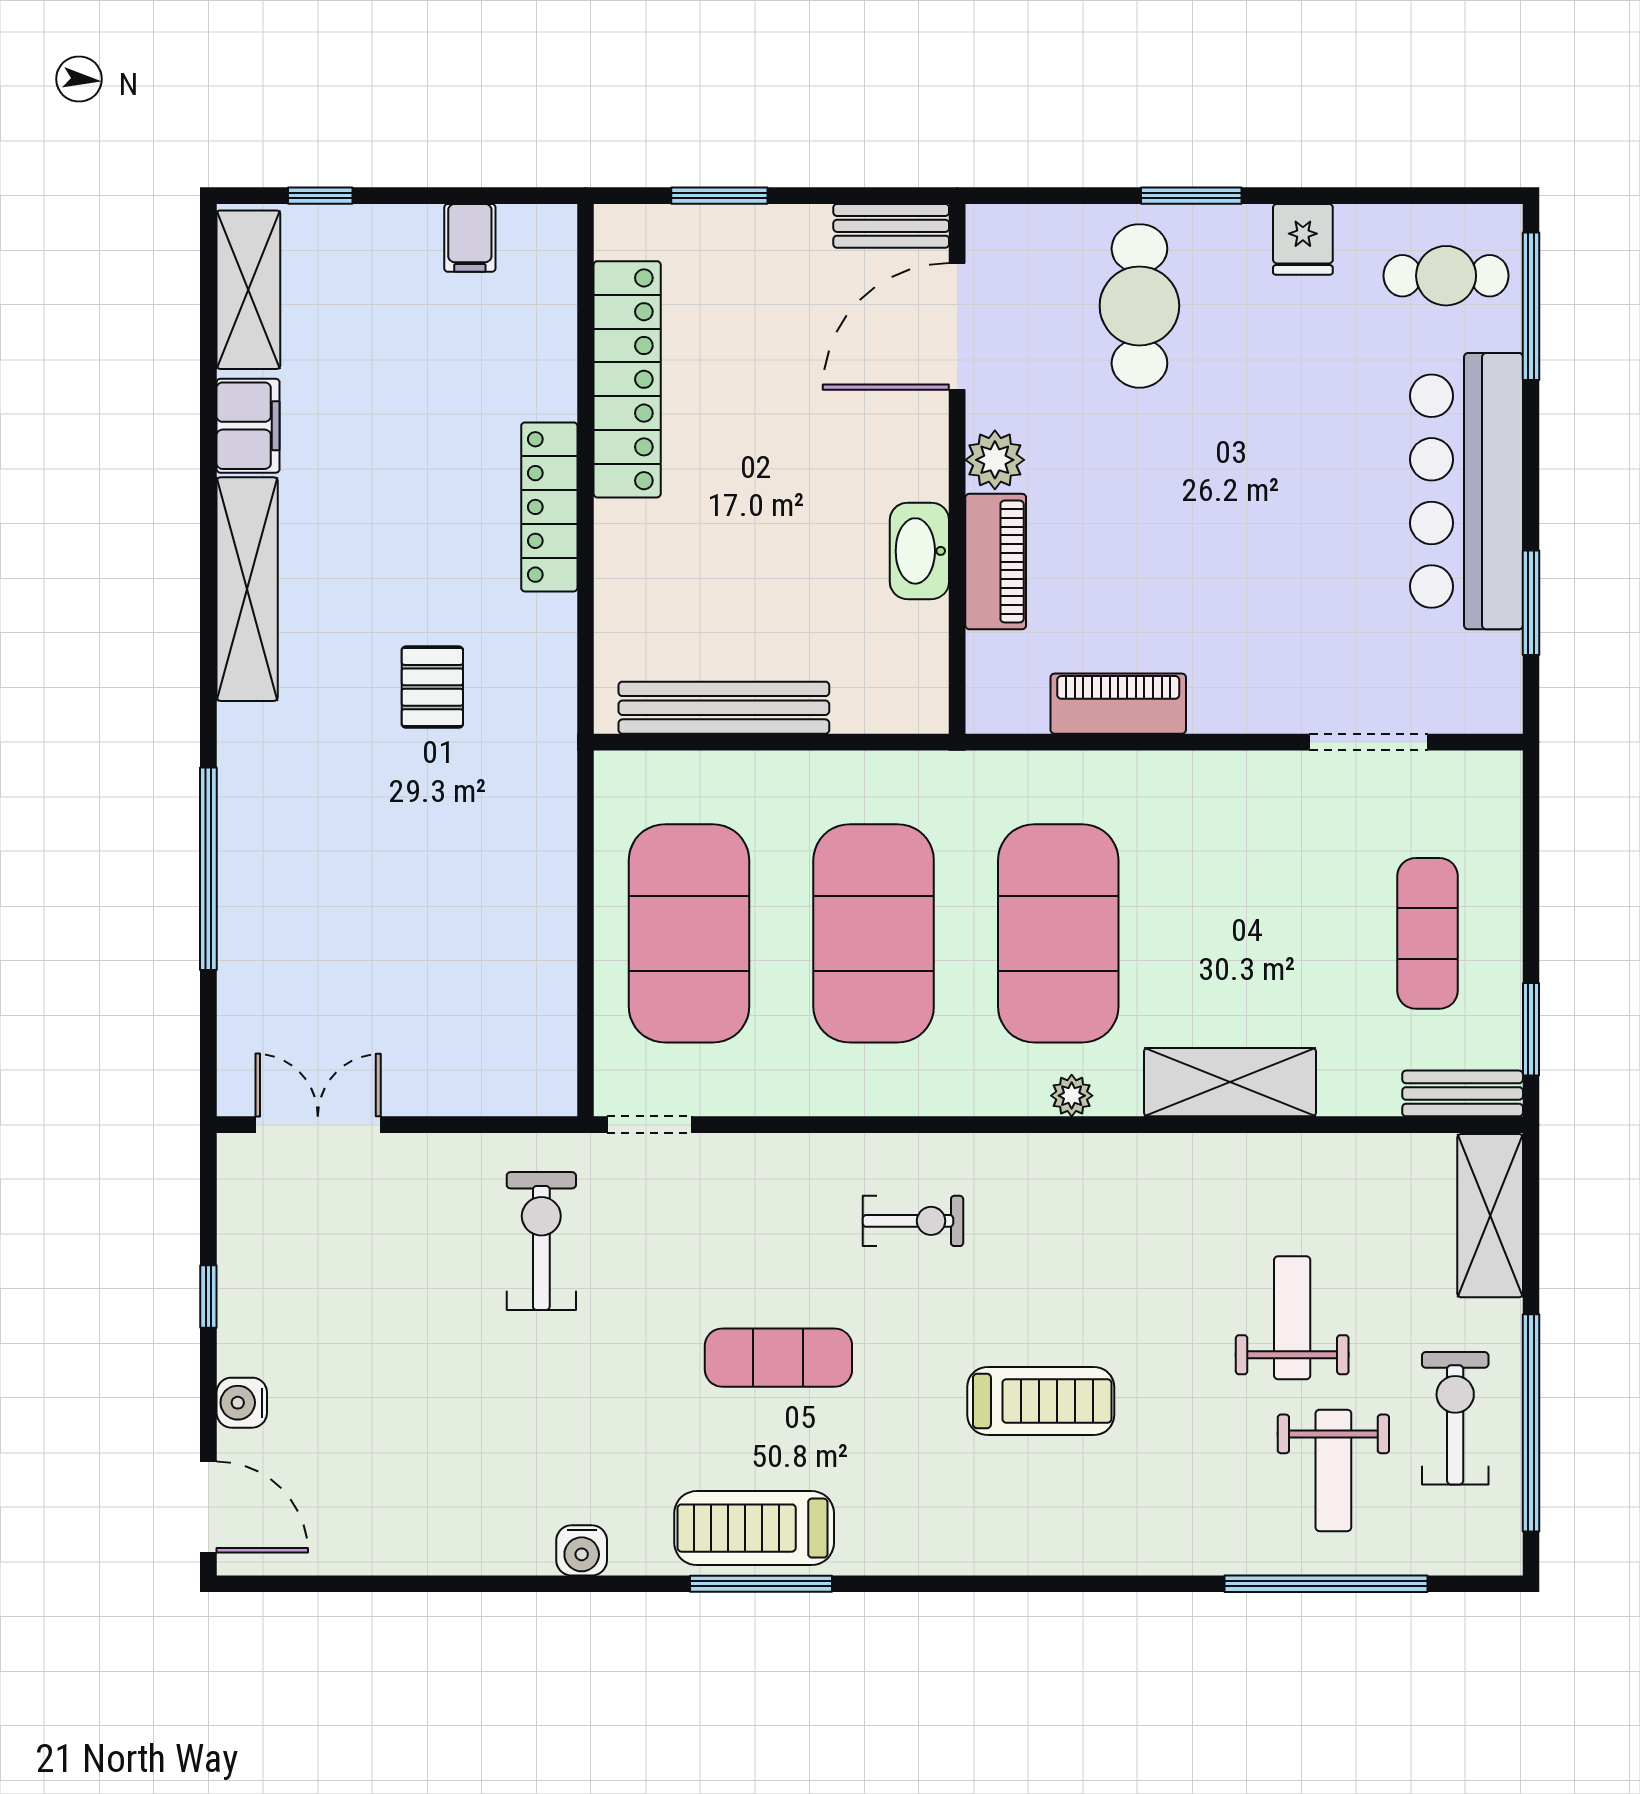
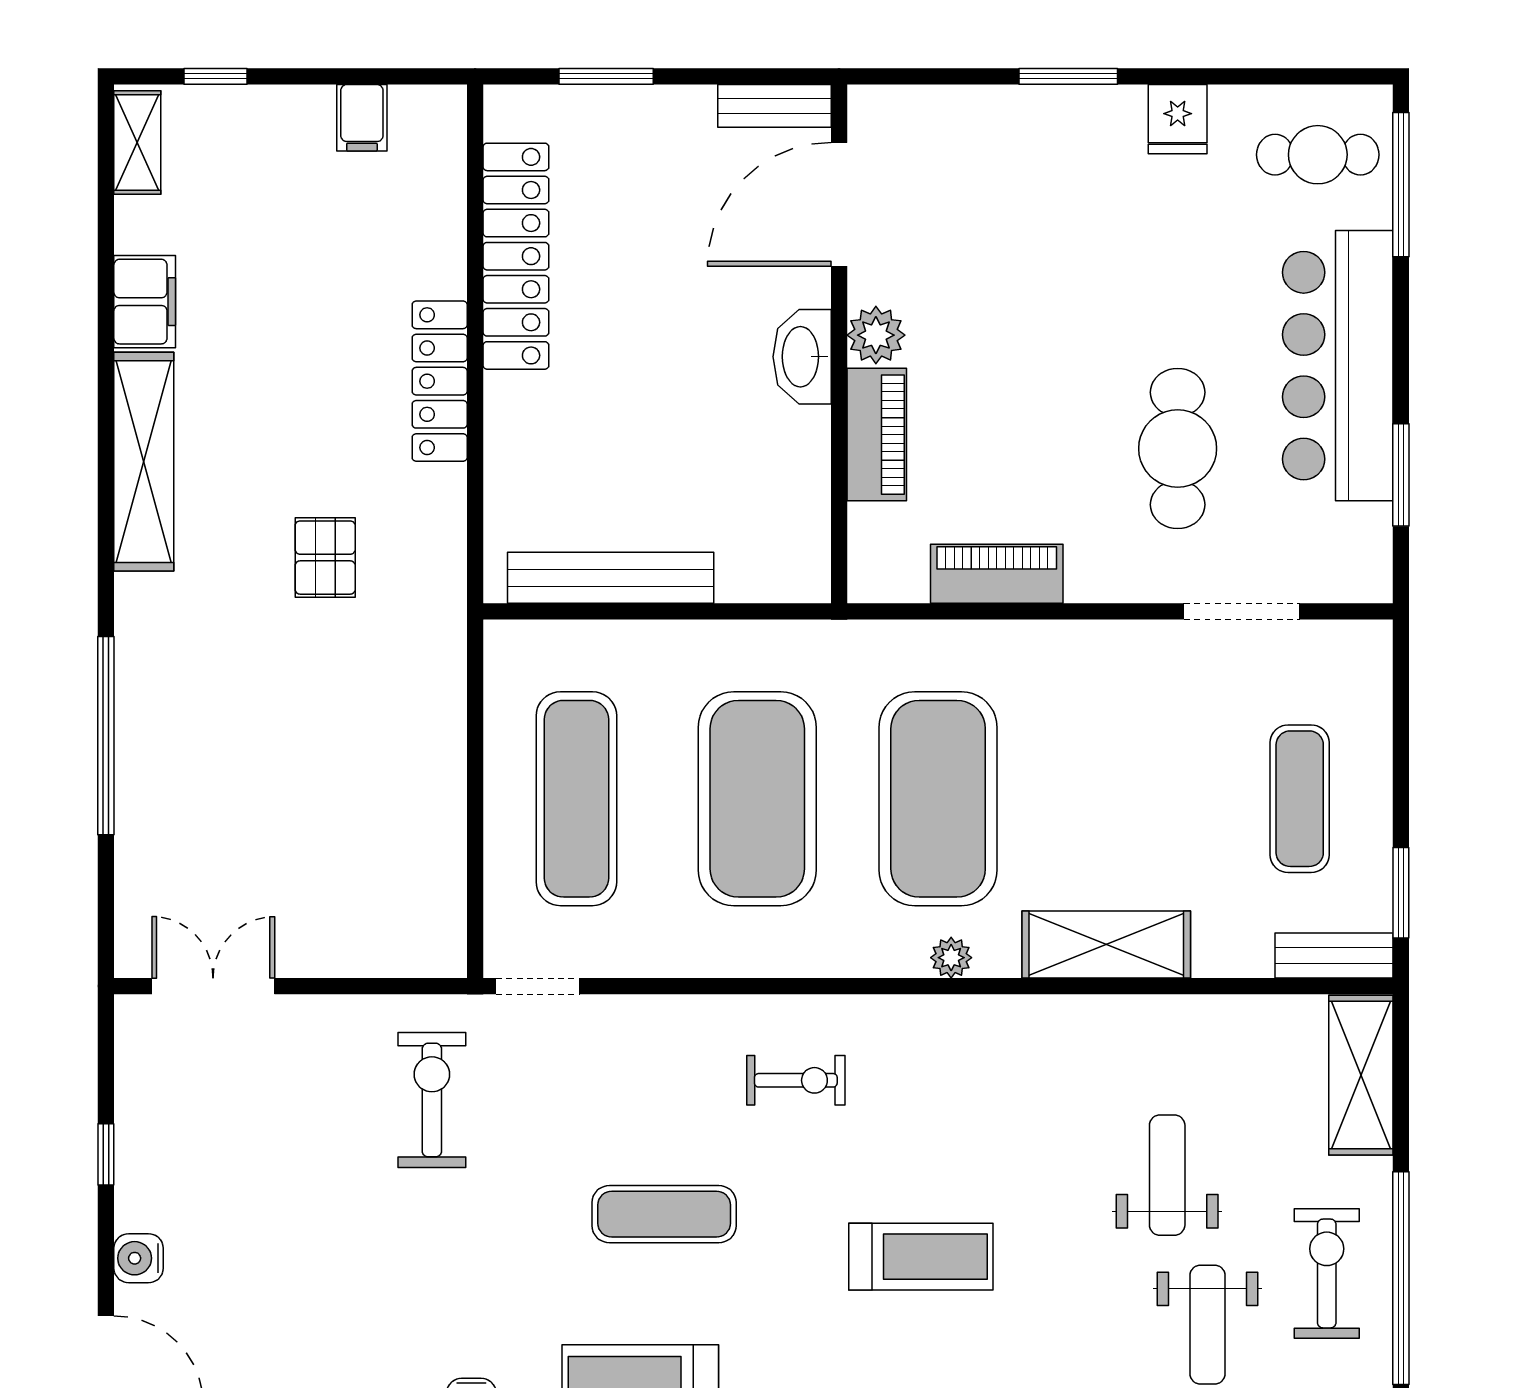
shelving: (248, 290) -> (137, 143), width x0.67, depth x0.75
cafe table: (1139, 306) -> (1178, 449), moved
washbasin: (919, 551) -> (802, 357), moved
exercise mat: (689, 933) -> (576, 799), width x0.68

